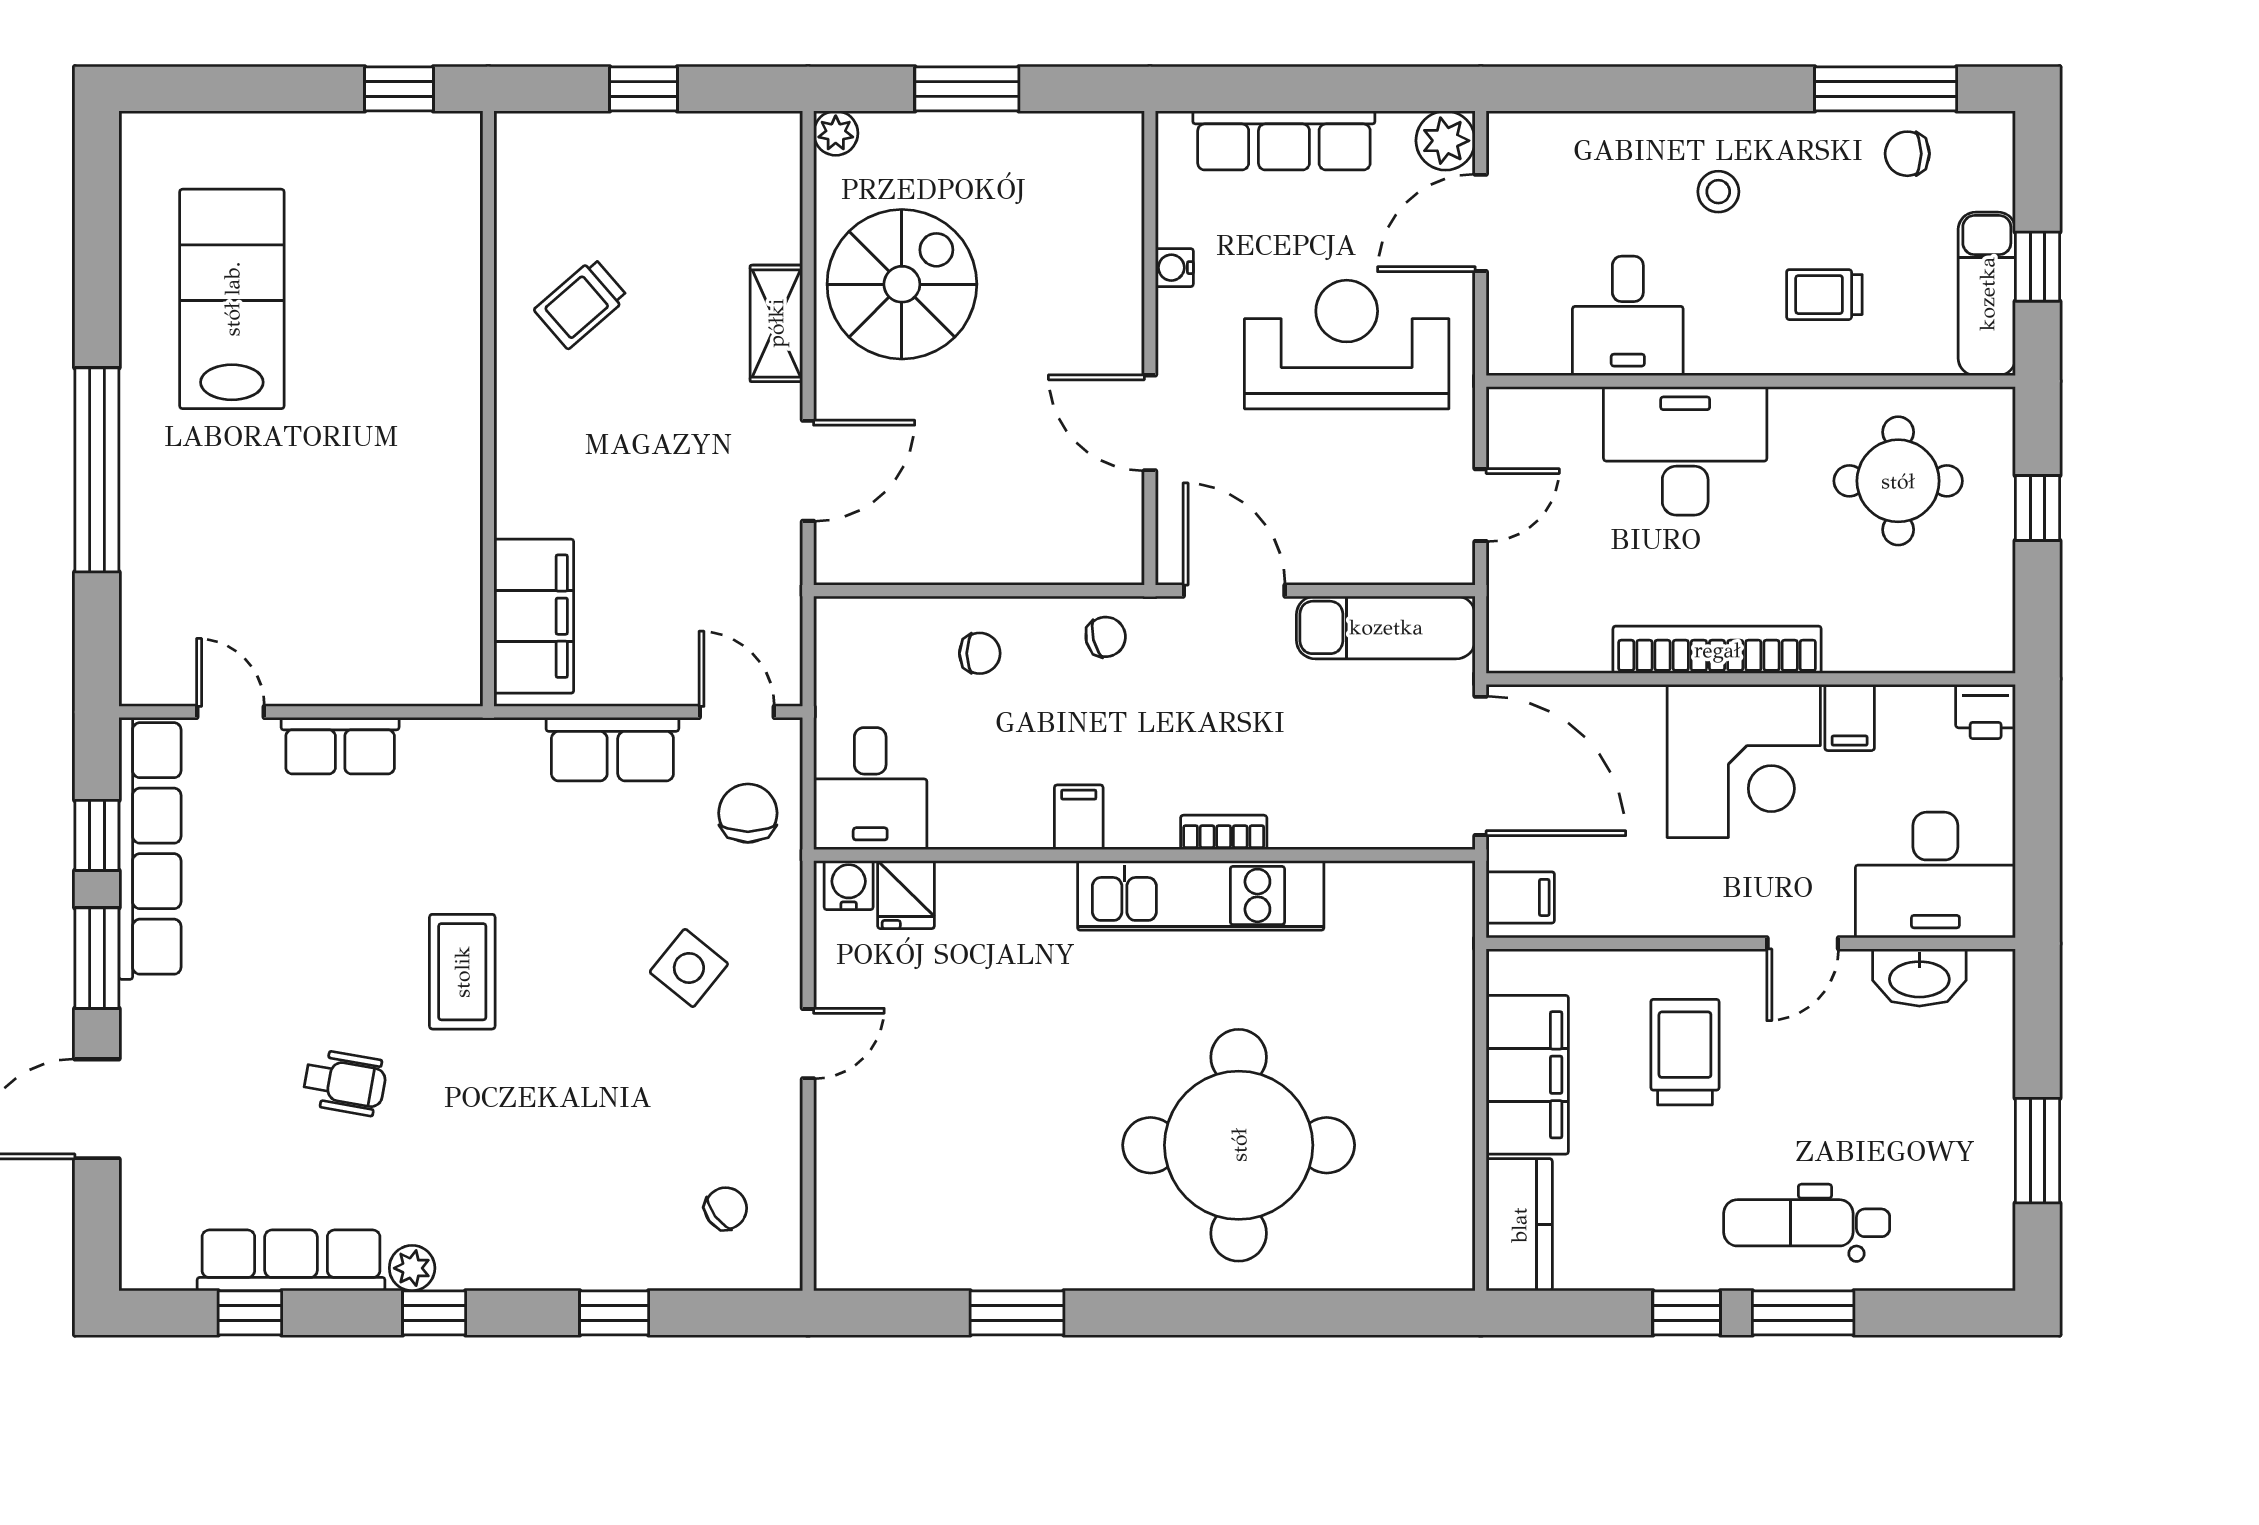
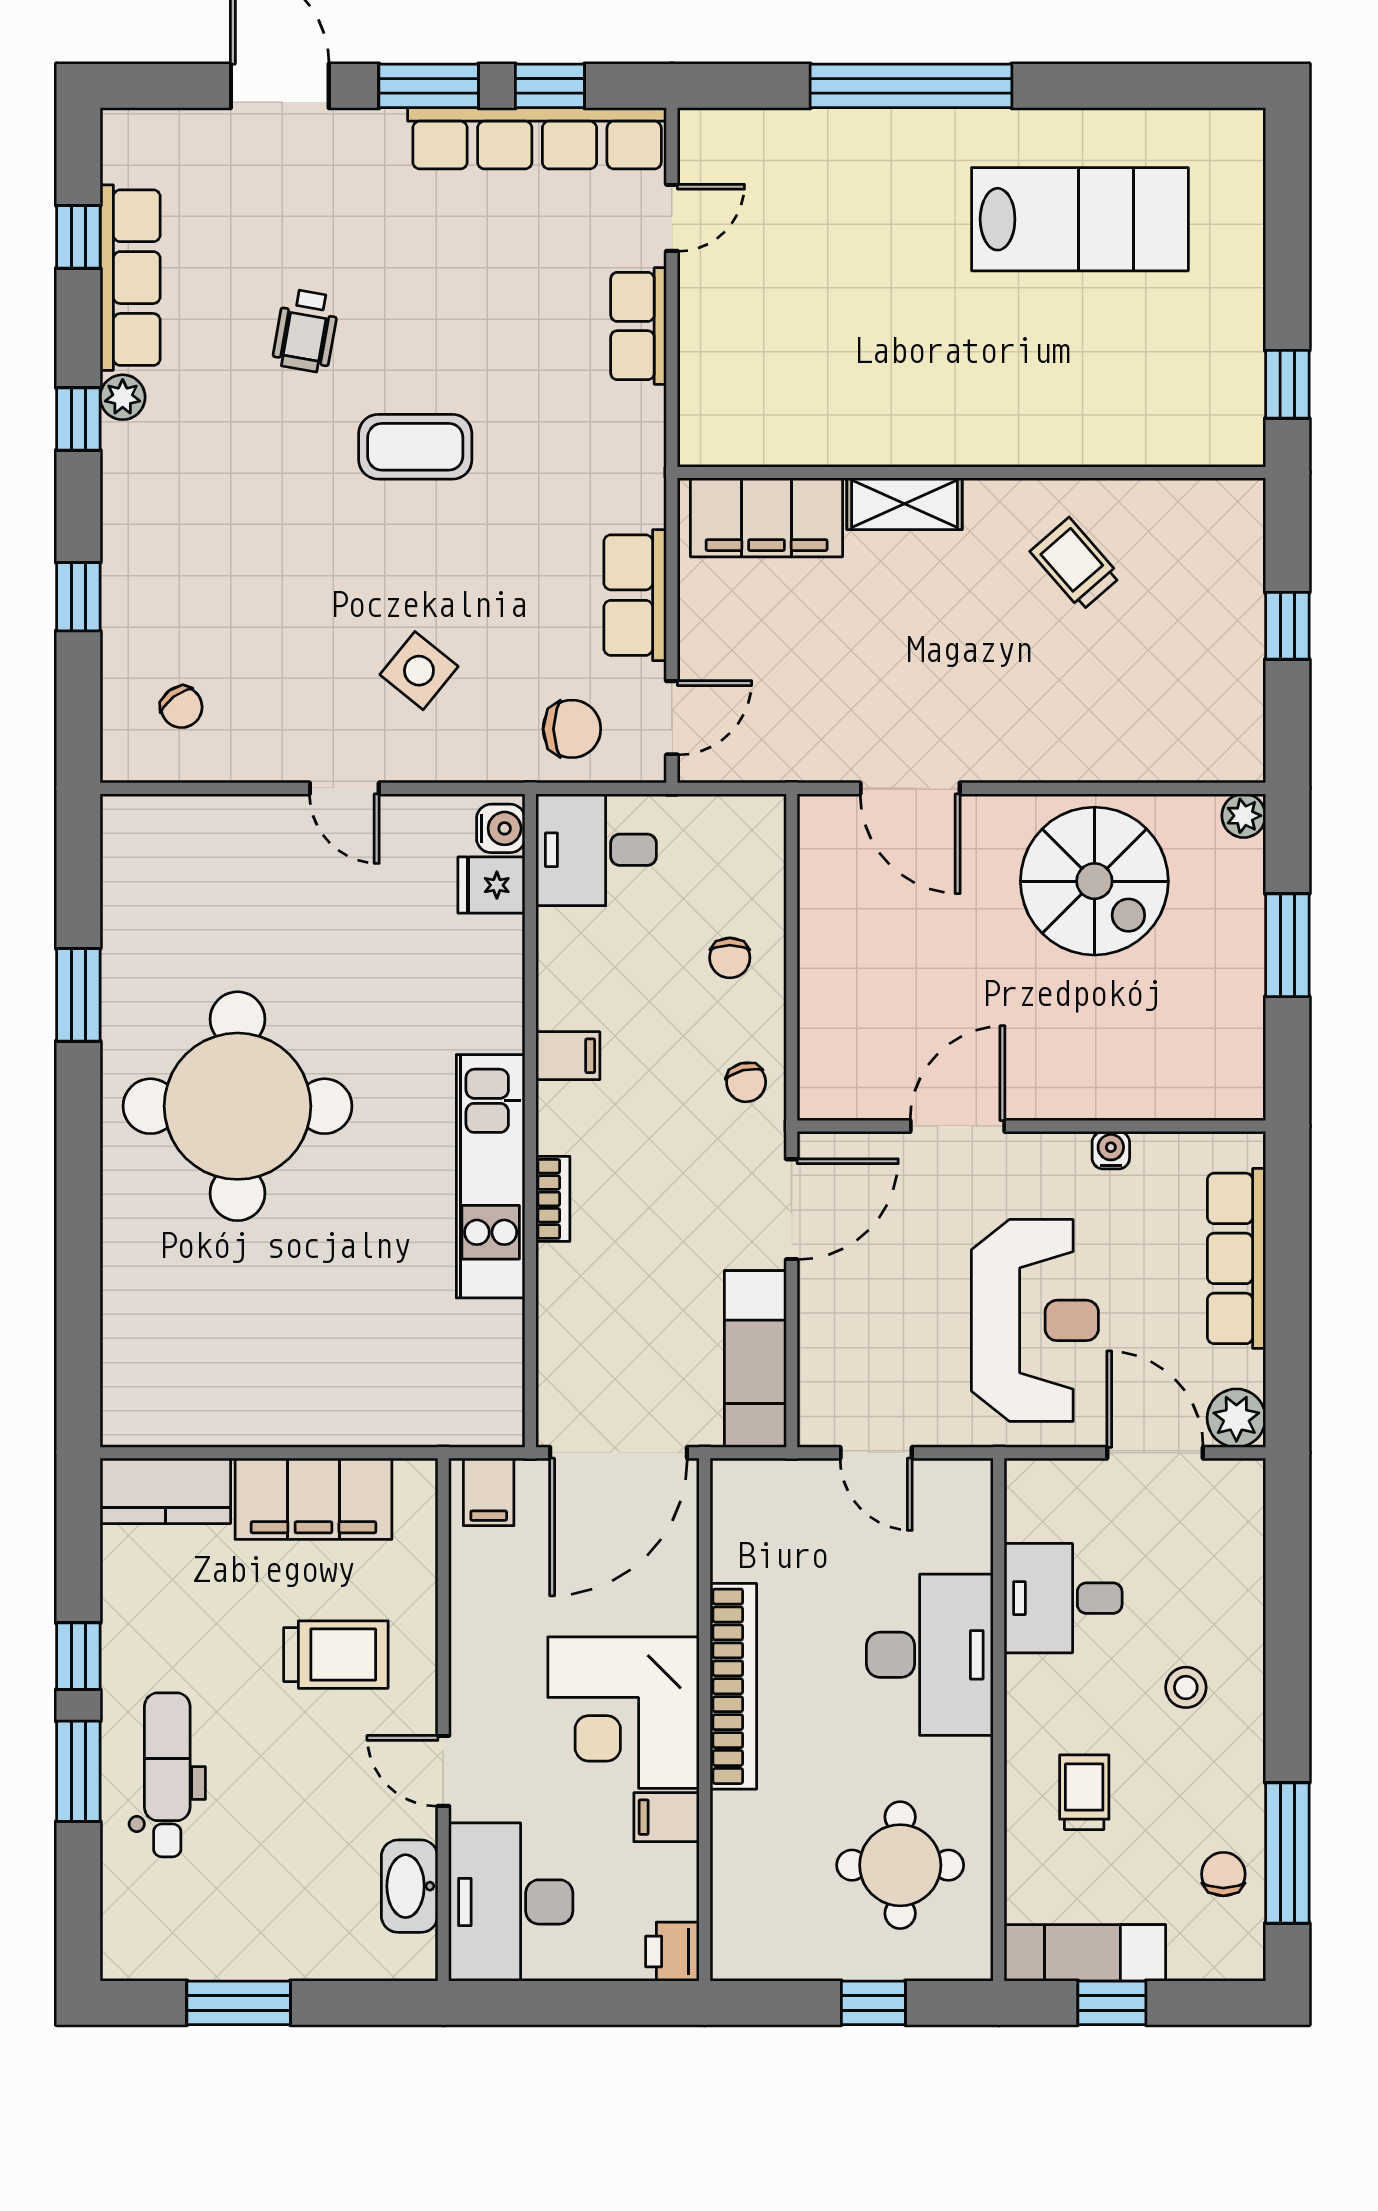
shelving: (776, 323) -> (905, 504), moved
round table: (1239, 1145) -> (238, 1106), moved

